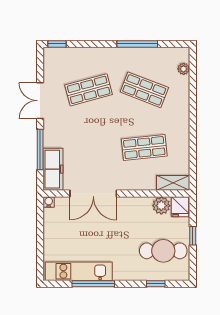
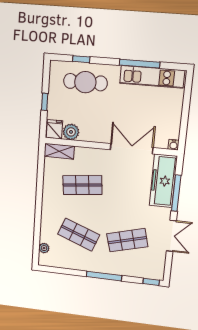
window: (137, 44) -> (104, 276), moved
freezer: (53, 169) -> (163, 181), width x1.36, depth x1.26
cafe table: (163, 251) -> (85, 82), moved

